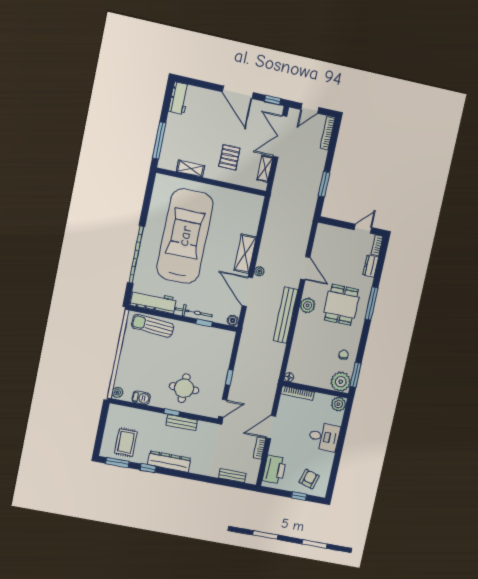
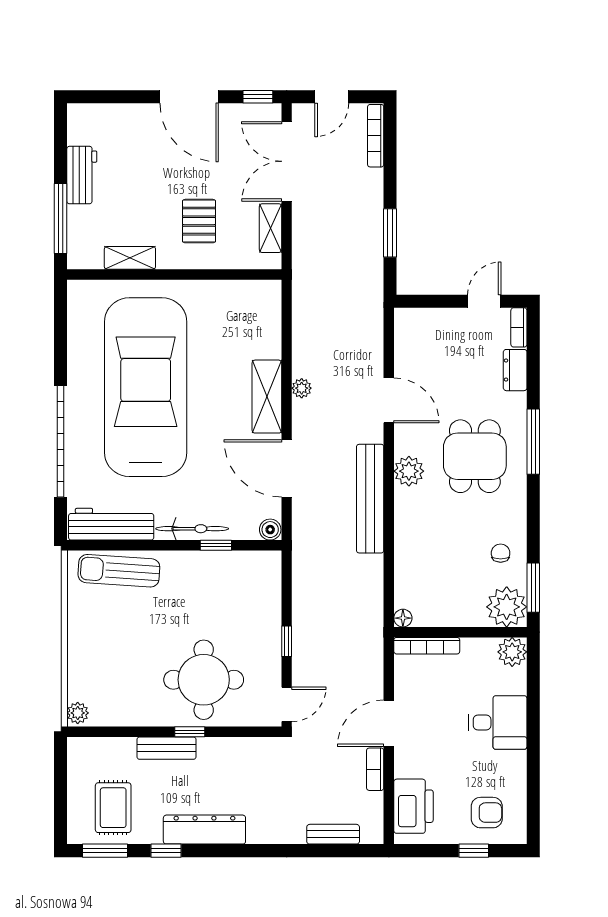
workbench: (179, 98) -> (82, 175), moved
plant: (259, 271) -> (302, 388), moved
round table: (184, 388) -> (204, 680), width x1.36, depth x1.36
barbecue: (141, 398) -> (125, 715), removed
bench: (182, 423) -> (167, 748), moved
armchair: (309, 479) -> (487, 813), turned 74

